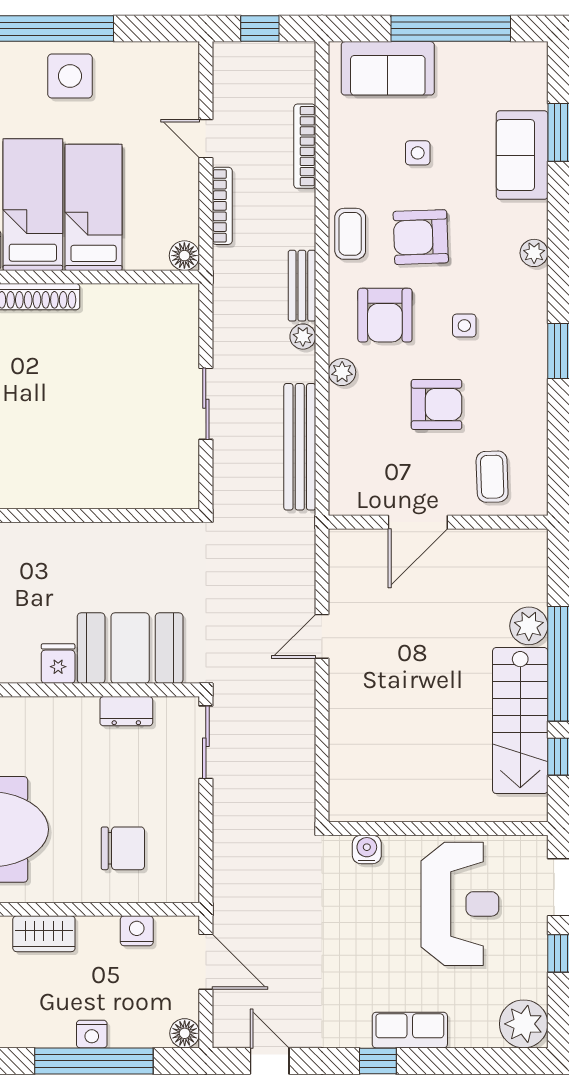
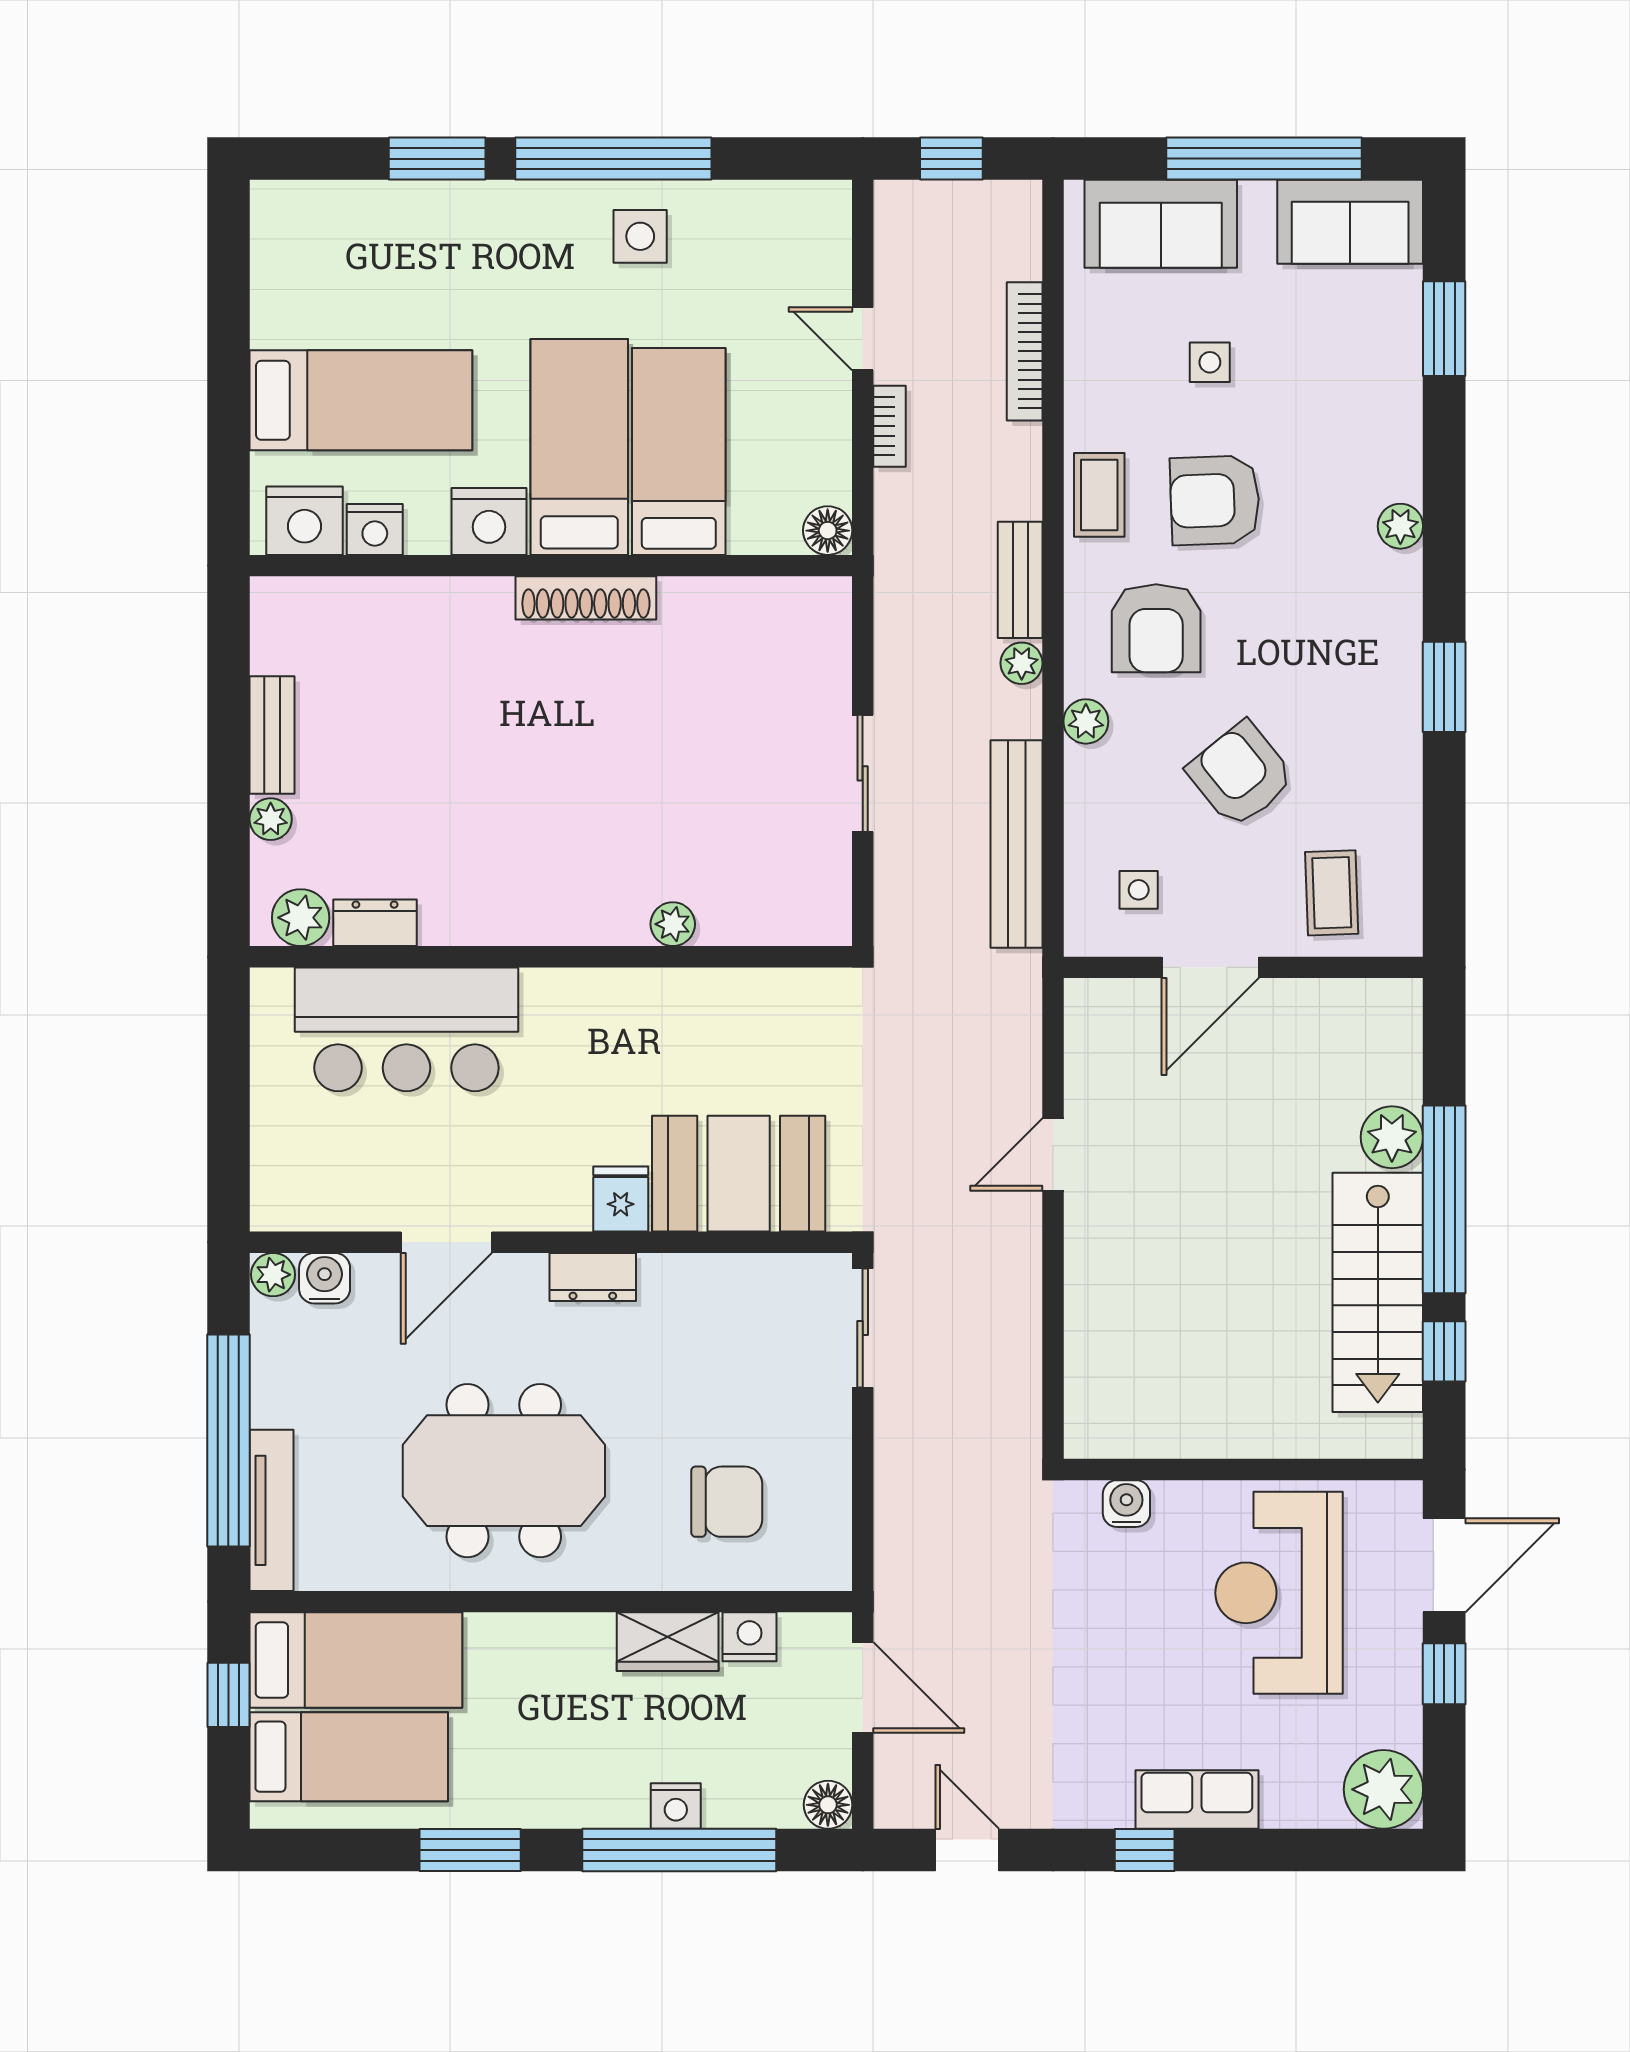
side table: (70, 76) -> (640, 236), width x0.73, depth x0.73
sofa: (522, 155) -> (1350, 222), moved, turned -90
bookcase: (222, 206) -> (890, 426), width x0.64
side table: (464, 326) -> (1139, 890), moved
armchair: (437, 404) -> (1241, 774), turned -129
plant: (90, 496) -> (673, 924), added
dresser: (126, 711) -> (593, 1277), moved
reception desk: (460, 904) -> (1279, 1593), turned 180
wardrobe: (44, 934) -> (668, 1642), moved

